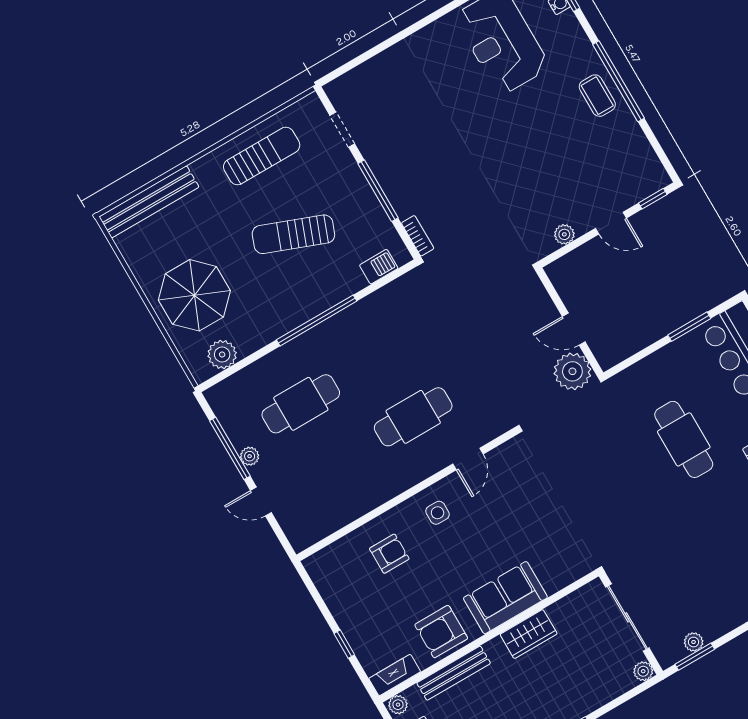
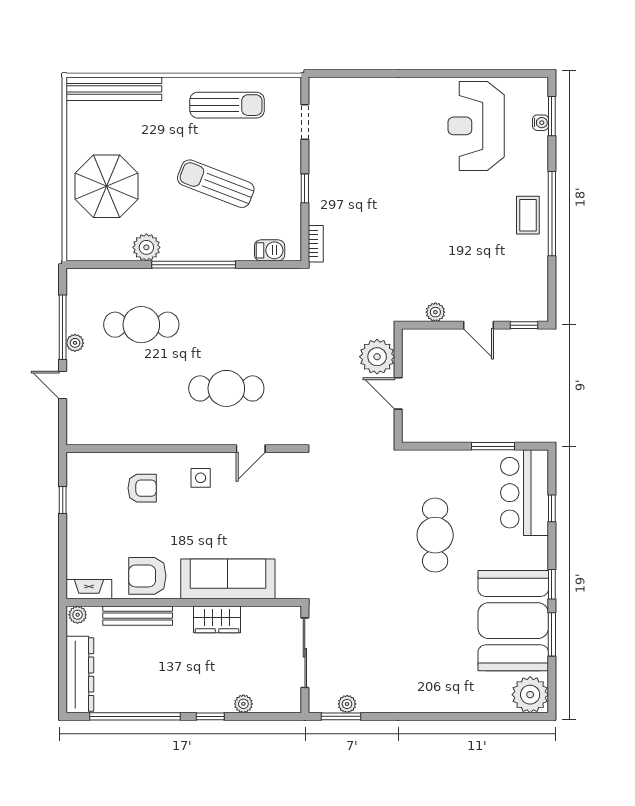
window: (378, 191) -> (305, 188), width x0.46
plant: (222, 355) -> (146, 247), moved
plant: (572, 371) -> (377, 357), moved
sofa: (505, 598) -> (228, 579), width x1.36
window: (344, 644) -> (63, 500), moved
plant: (643, 671) -> (243, 704), moved

